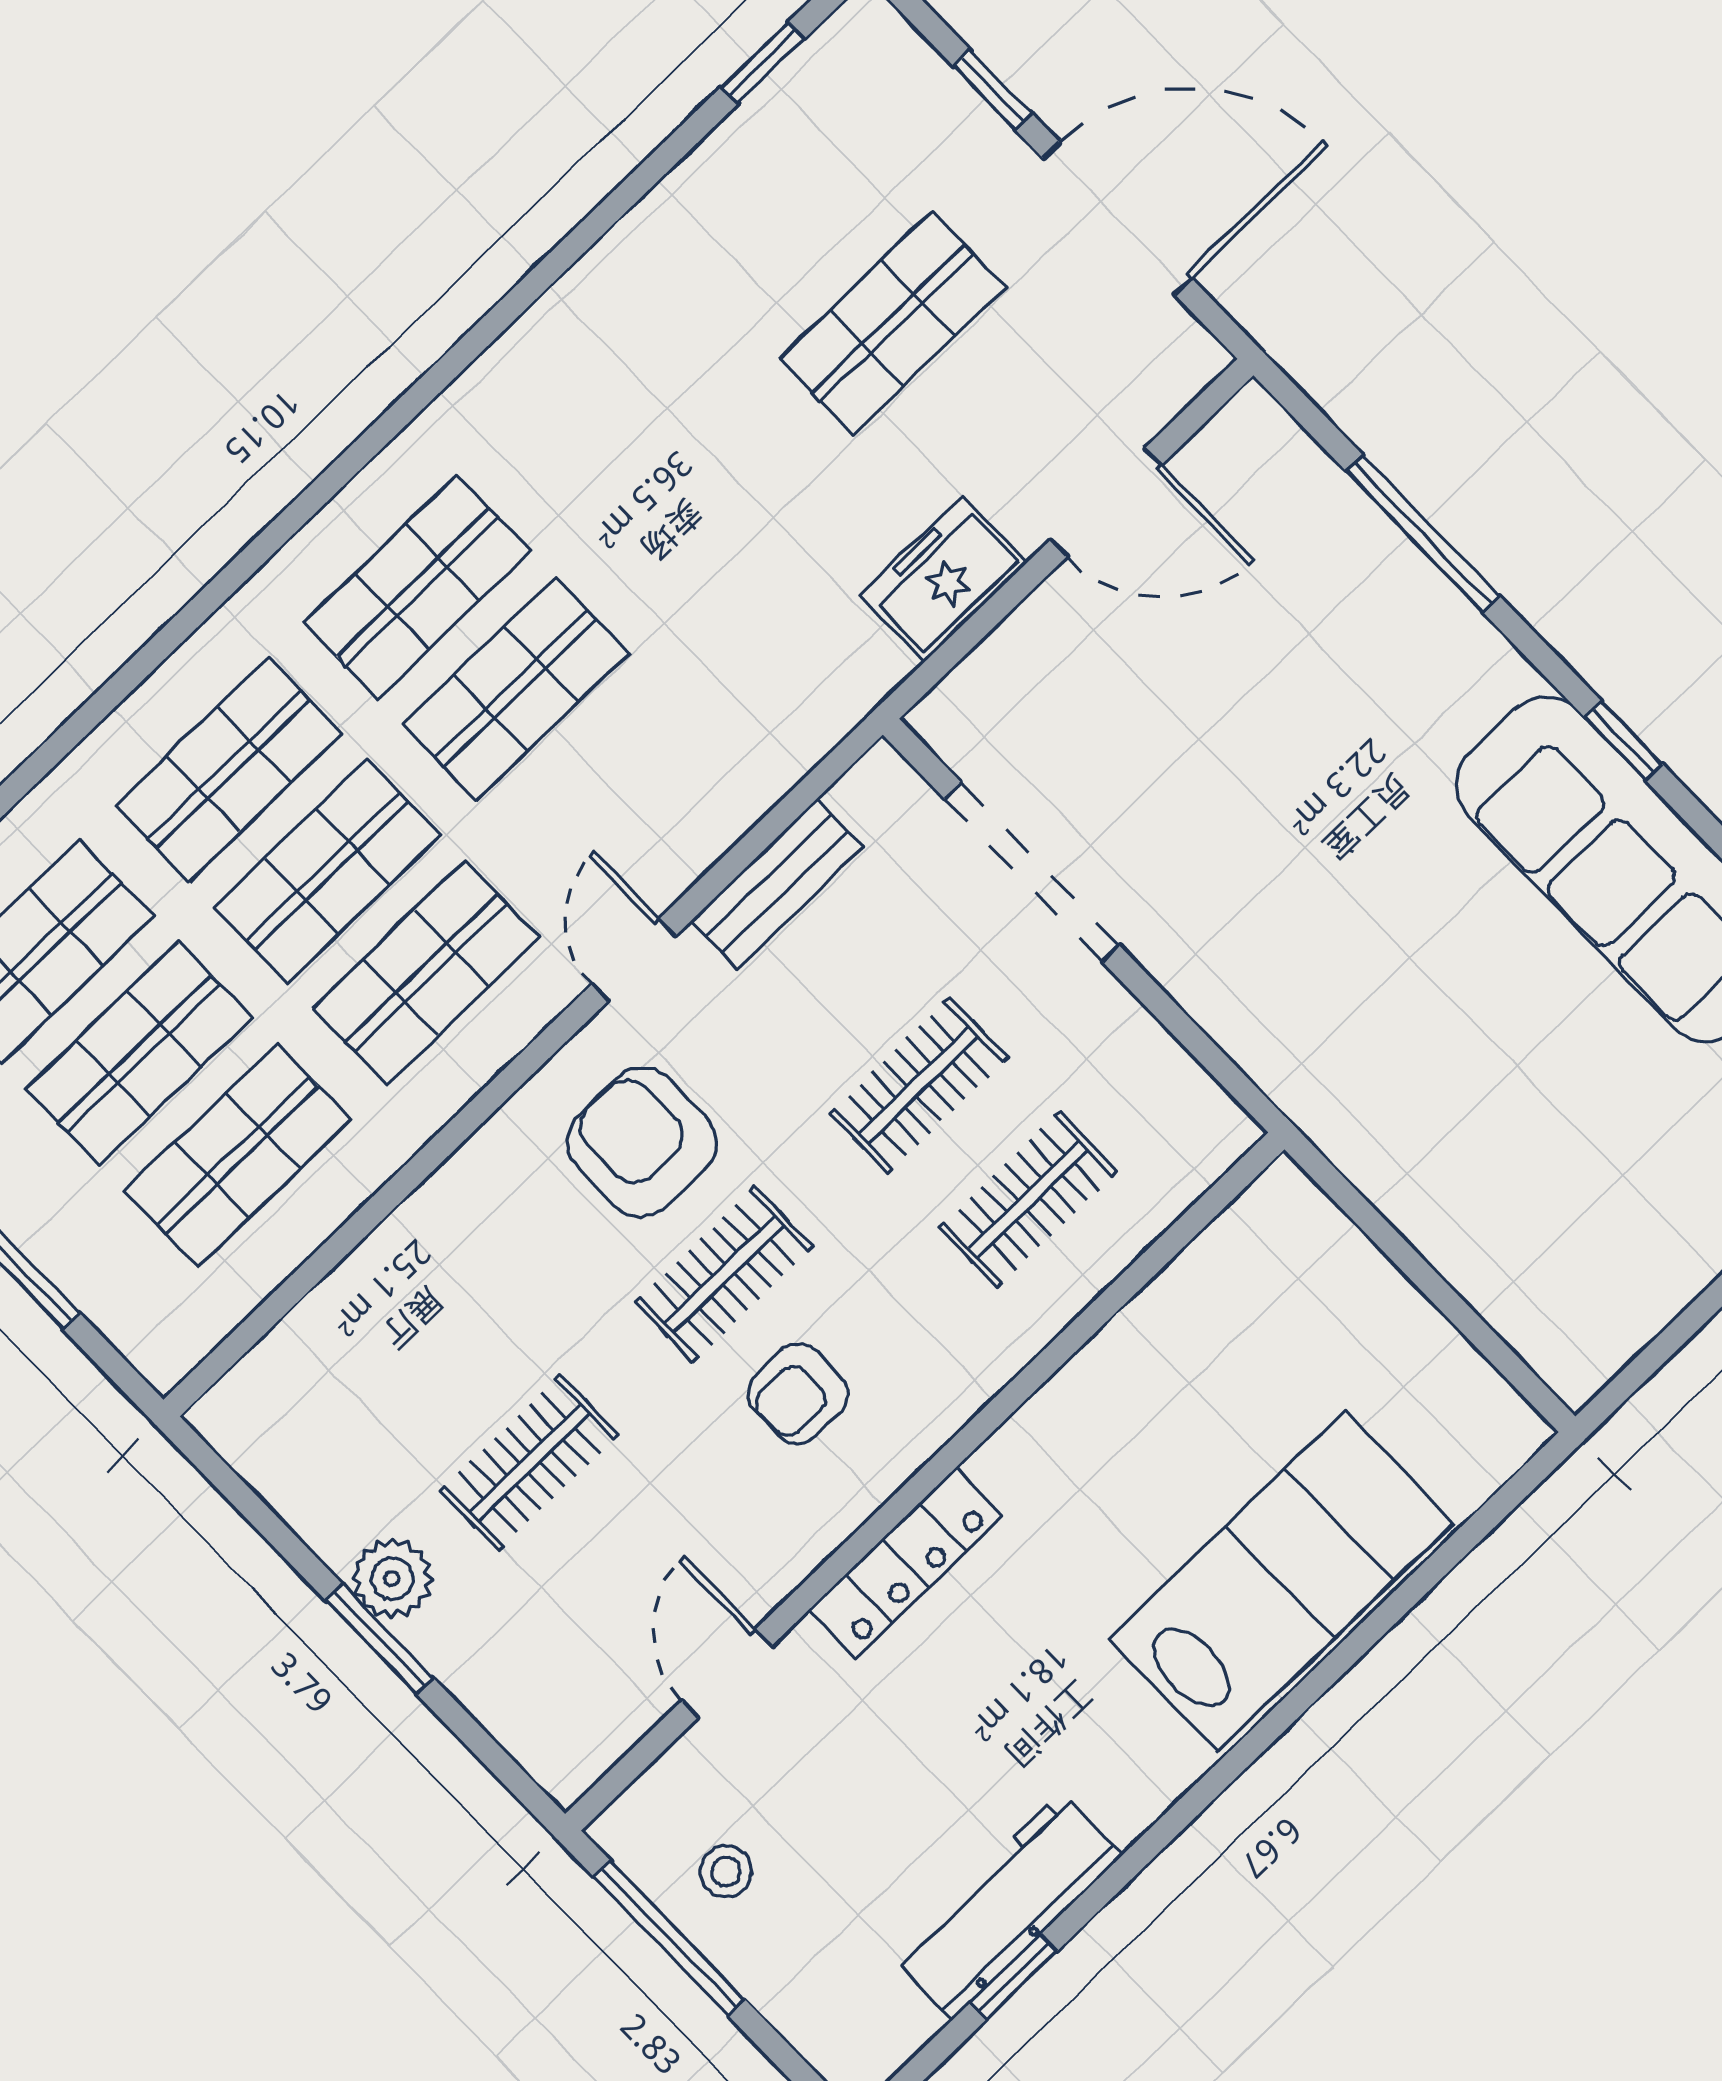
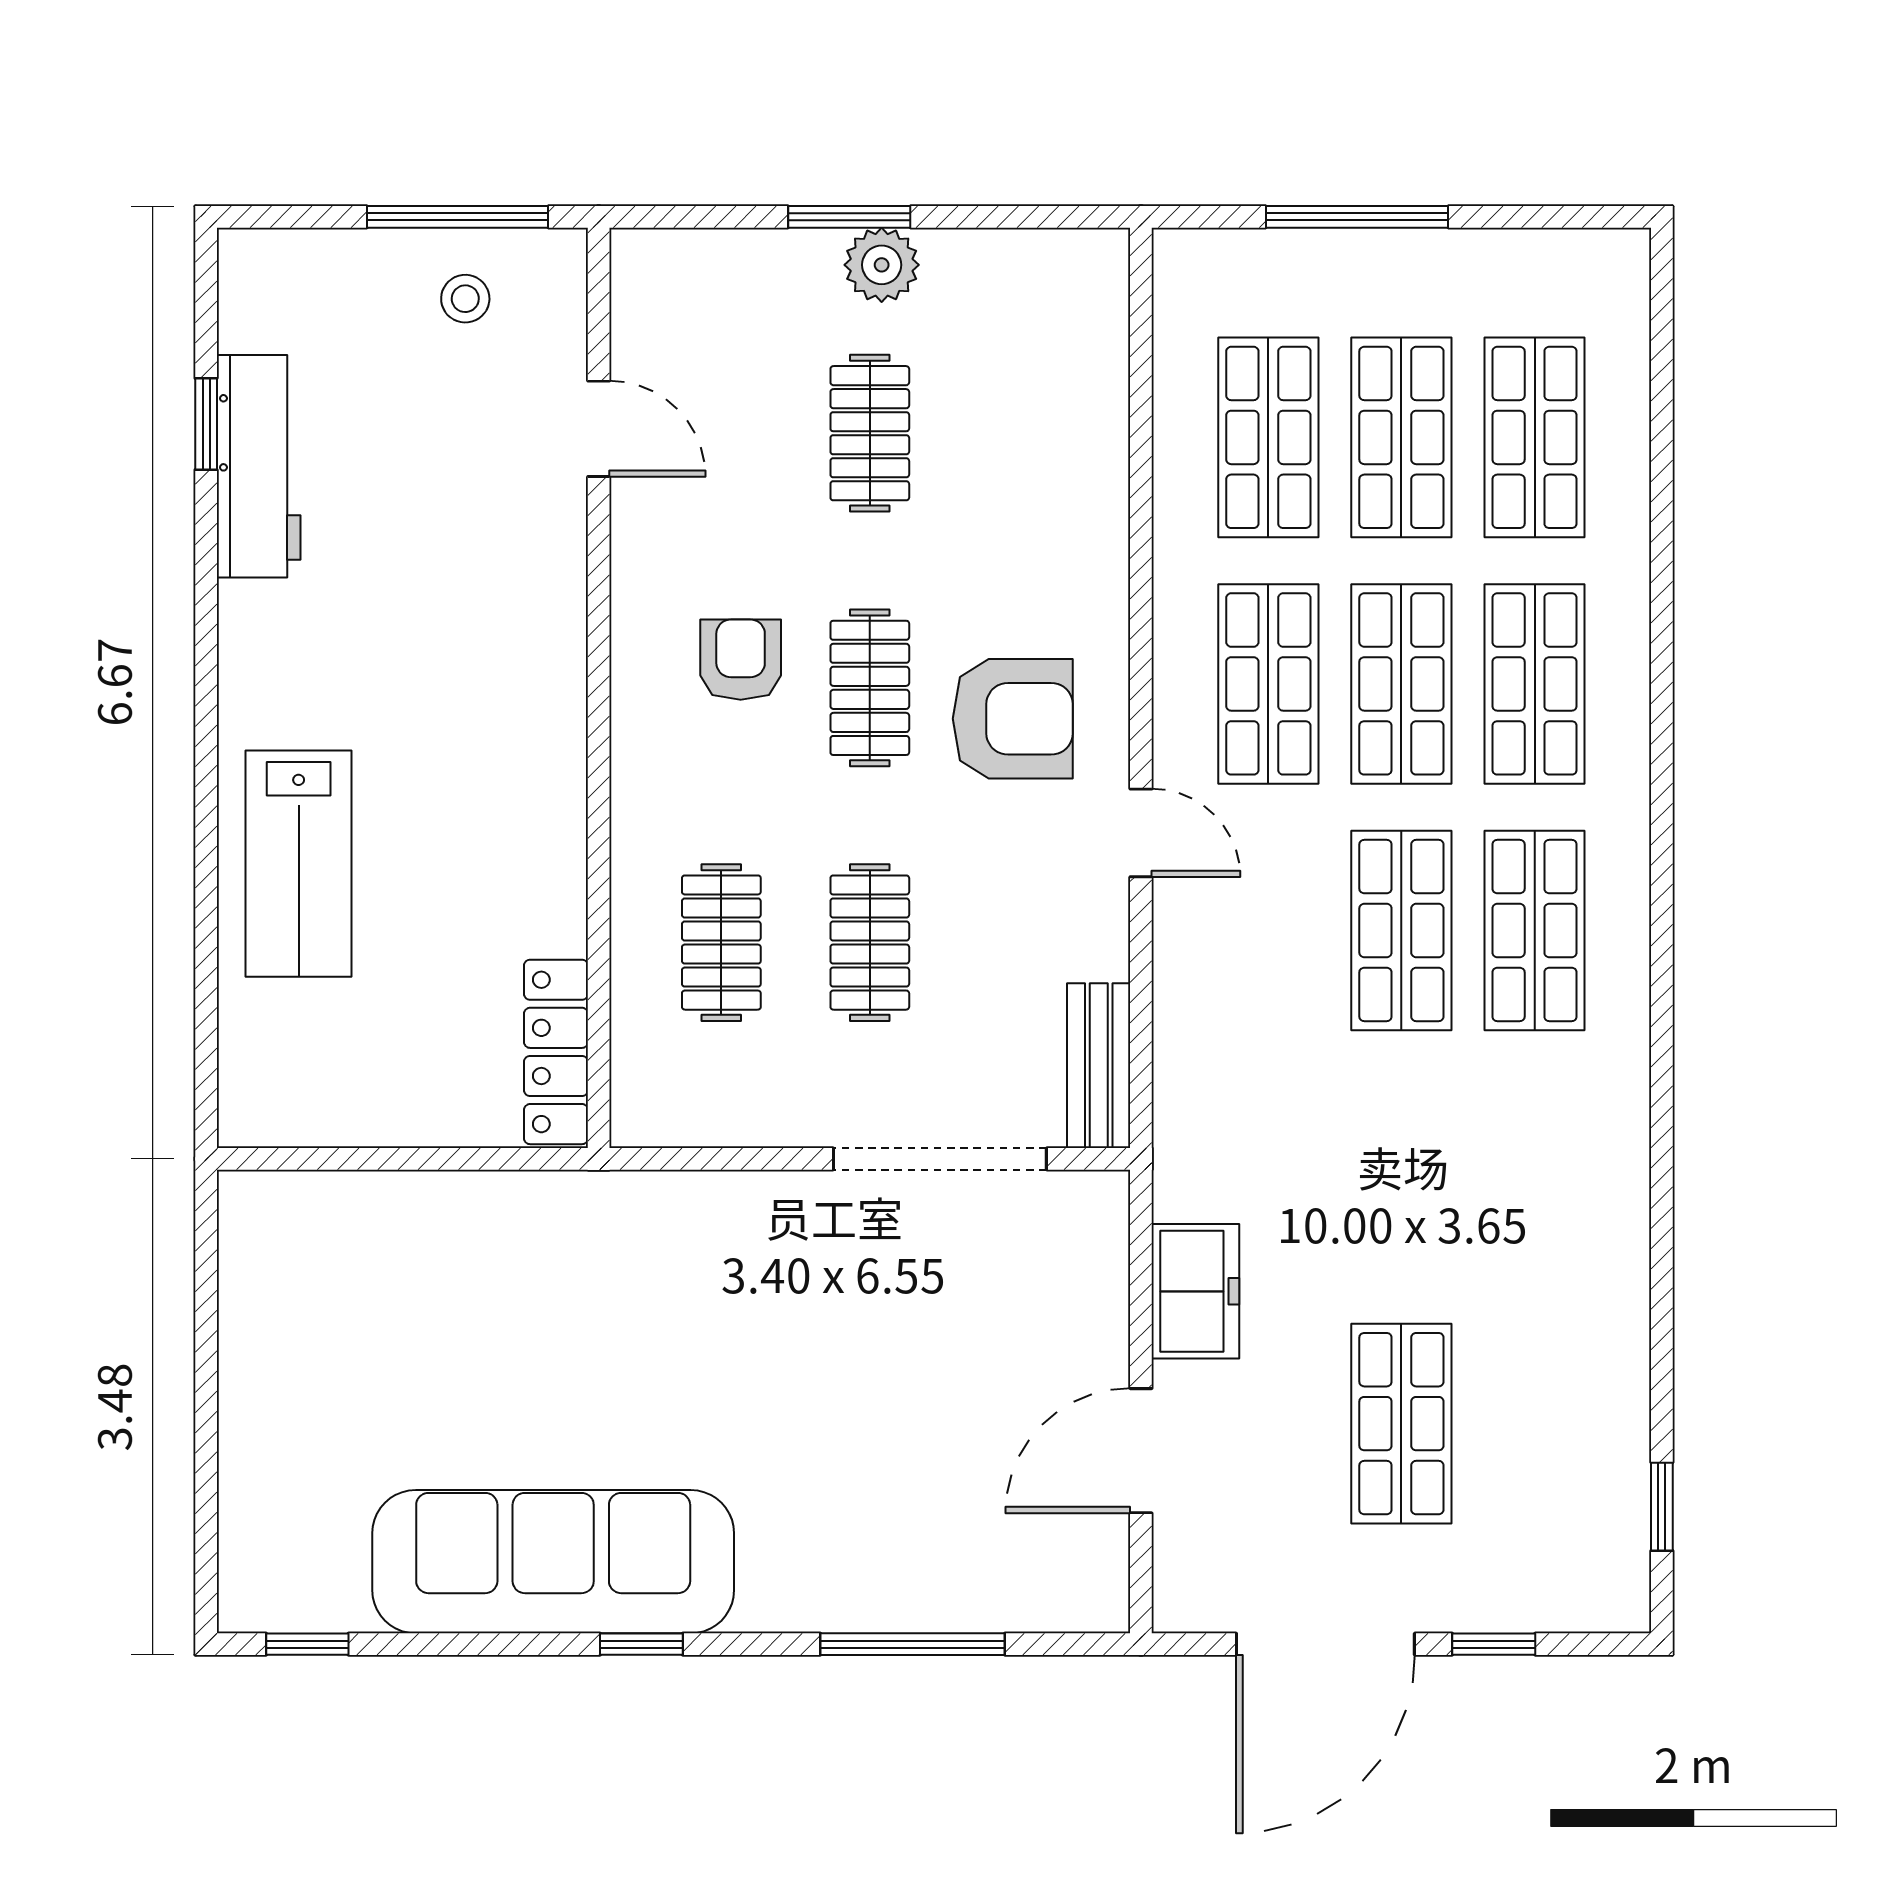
bench: (777, 884) -> (1099, 1066), moved
locker: (906, 1563) -> (556, 1052), moved
lab bench: (1281, 1581) -> (299, 864), width x0.73, depth x0.72

